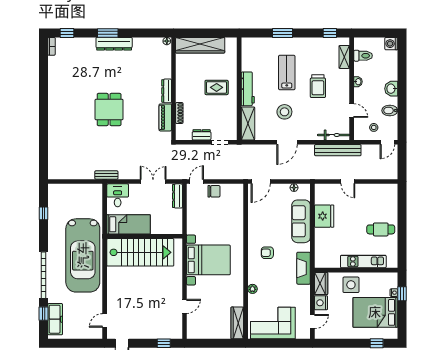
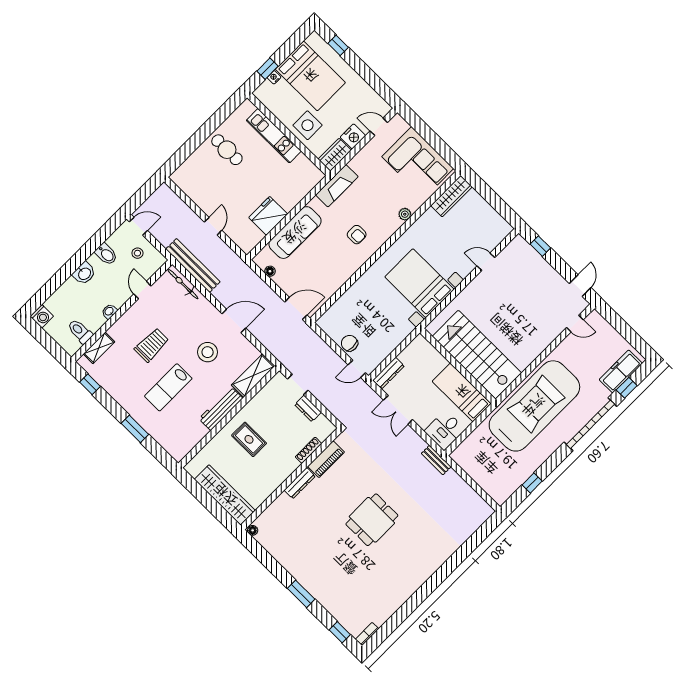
dresser: (114, 44) -> (305, 578), removed

